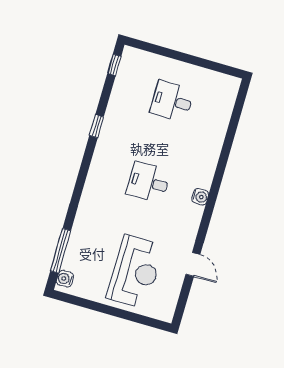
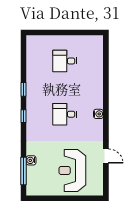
window: (114, 65) -> (24, 116), moved
reception desk: (135, 272) -> (72, 170), turned 180
water cooler: (65, 279) -> (31, 160), moved

